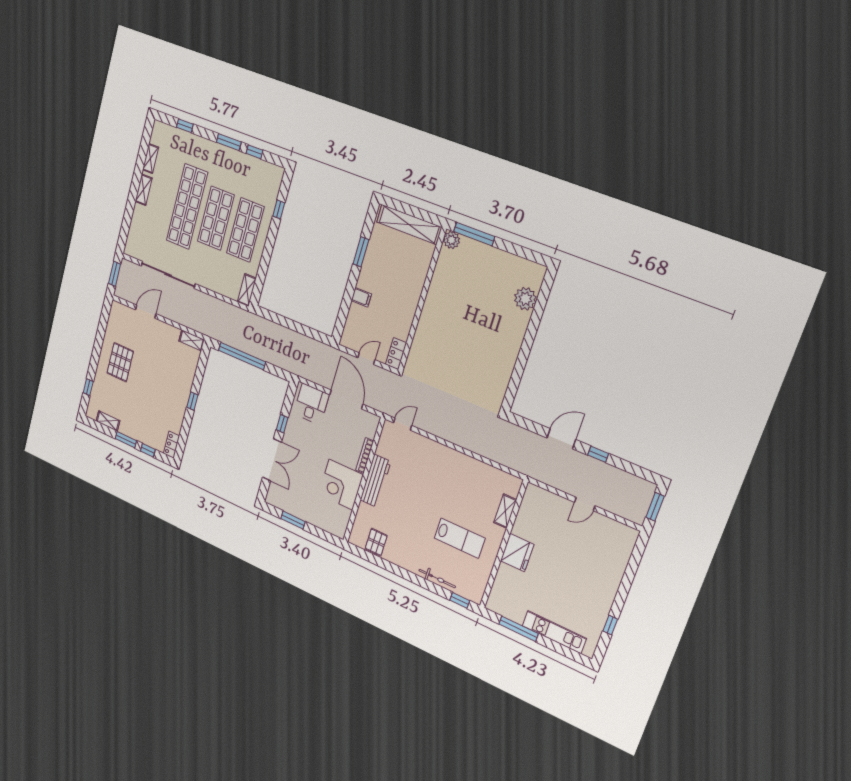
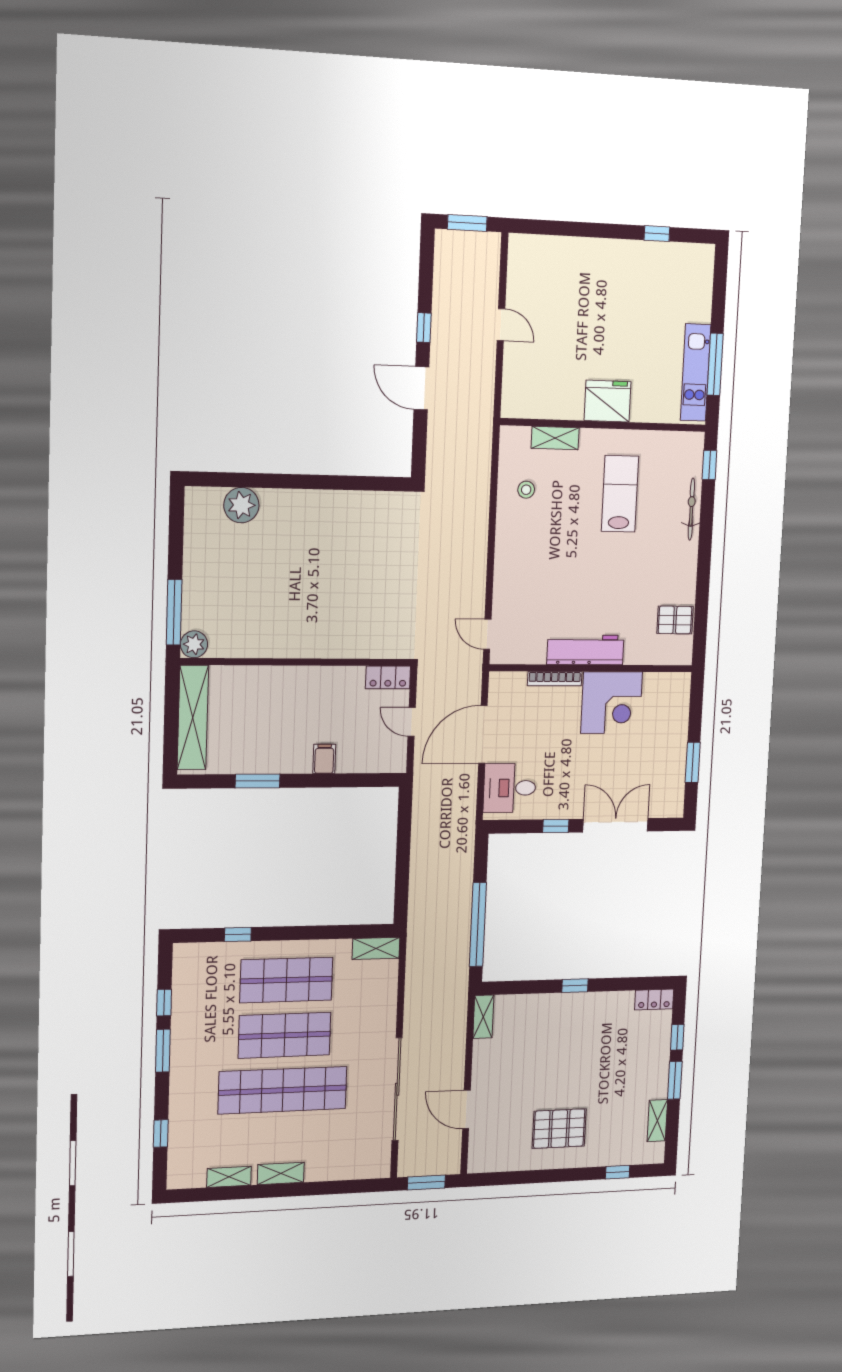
stool: (480, 481) -> (526, 490), added
kitchen unit: (554, 632) -> (696, 372), moved

